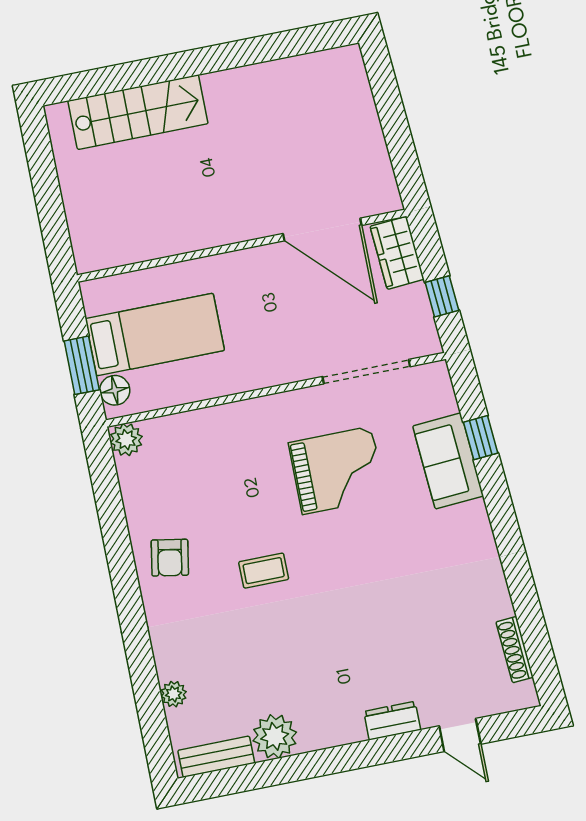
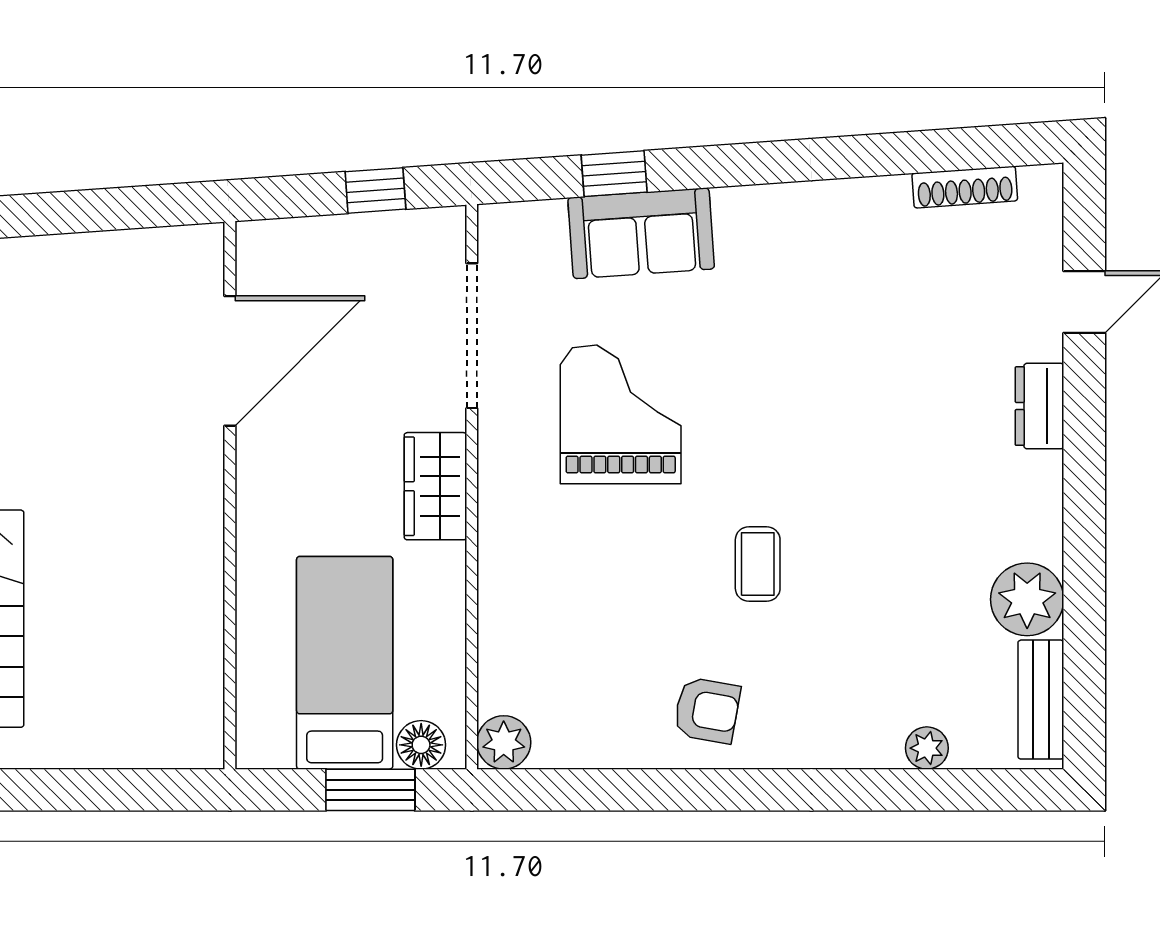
wardrobe: (397, 253) -> (435, 486), moved, turned 94

